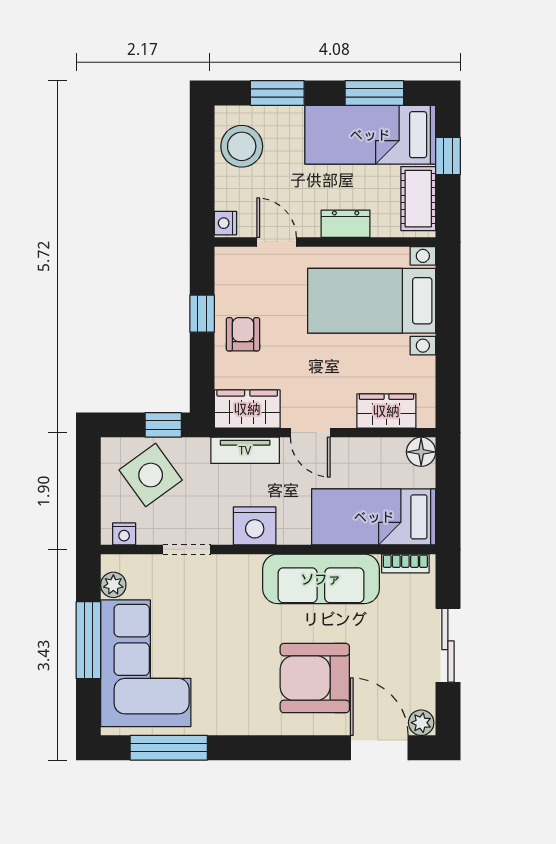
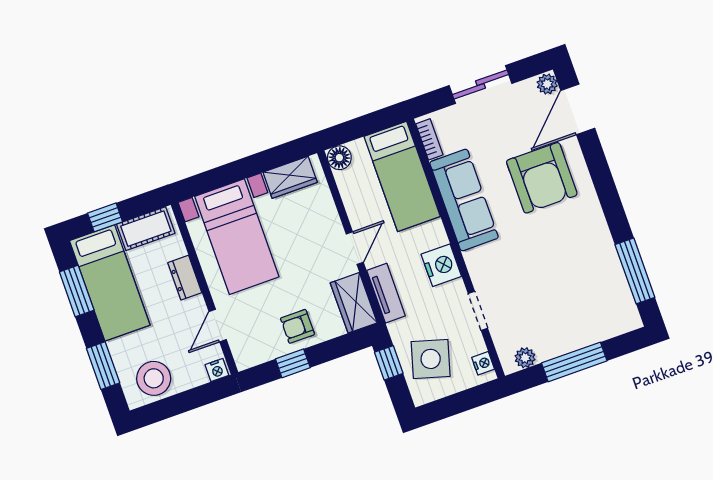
wardrobe: (386, 411) -> (290, 177), moved, turned -90
side table: (151, 475) -> (431, 359), turned -38
corner sofa: (146, 663) -> (576, 312), removed

